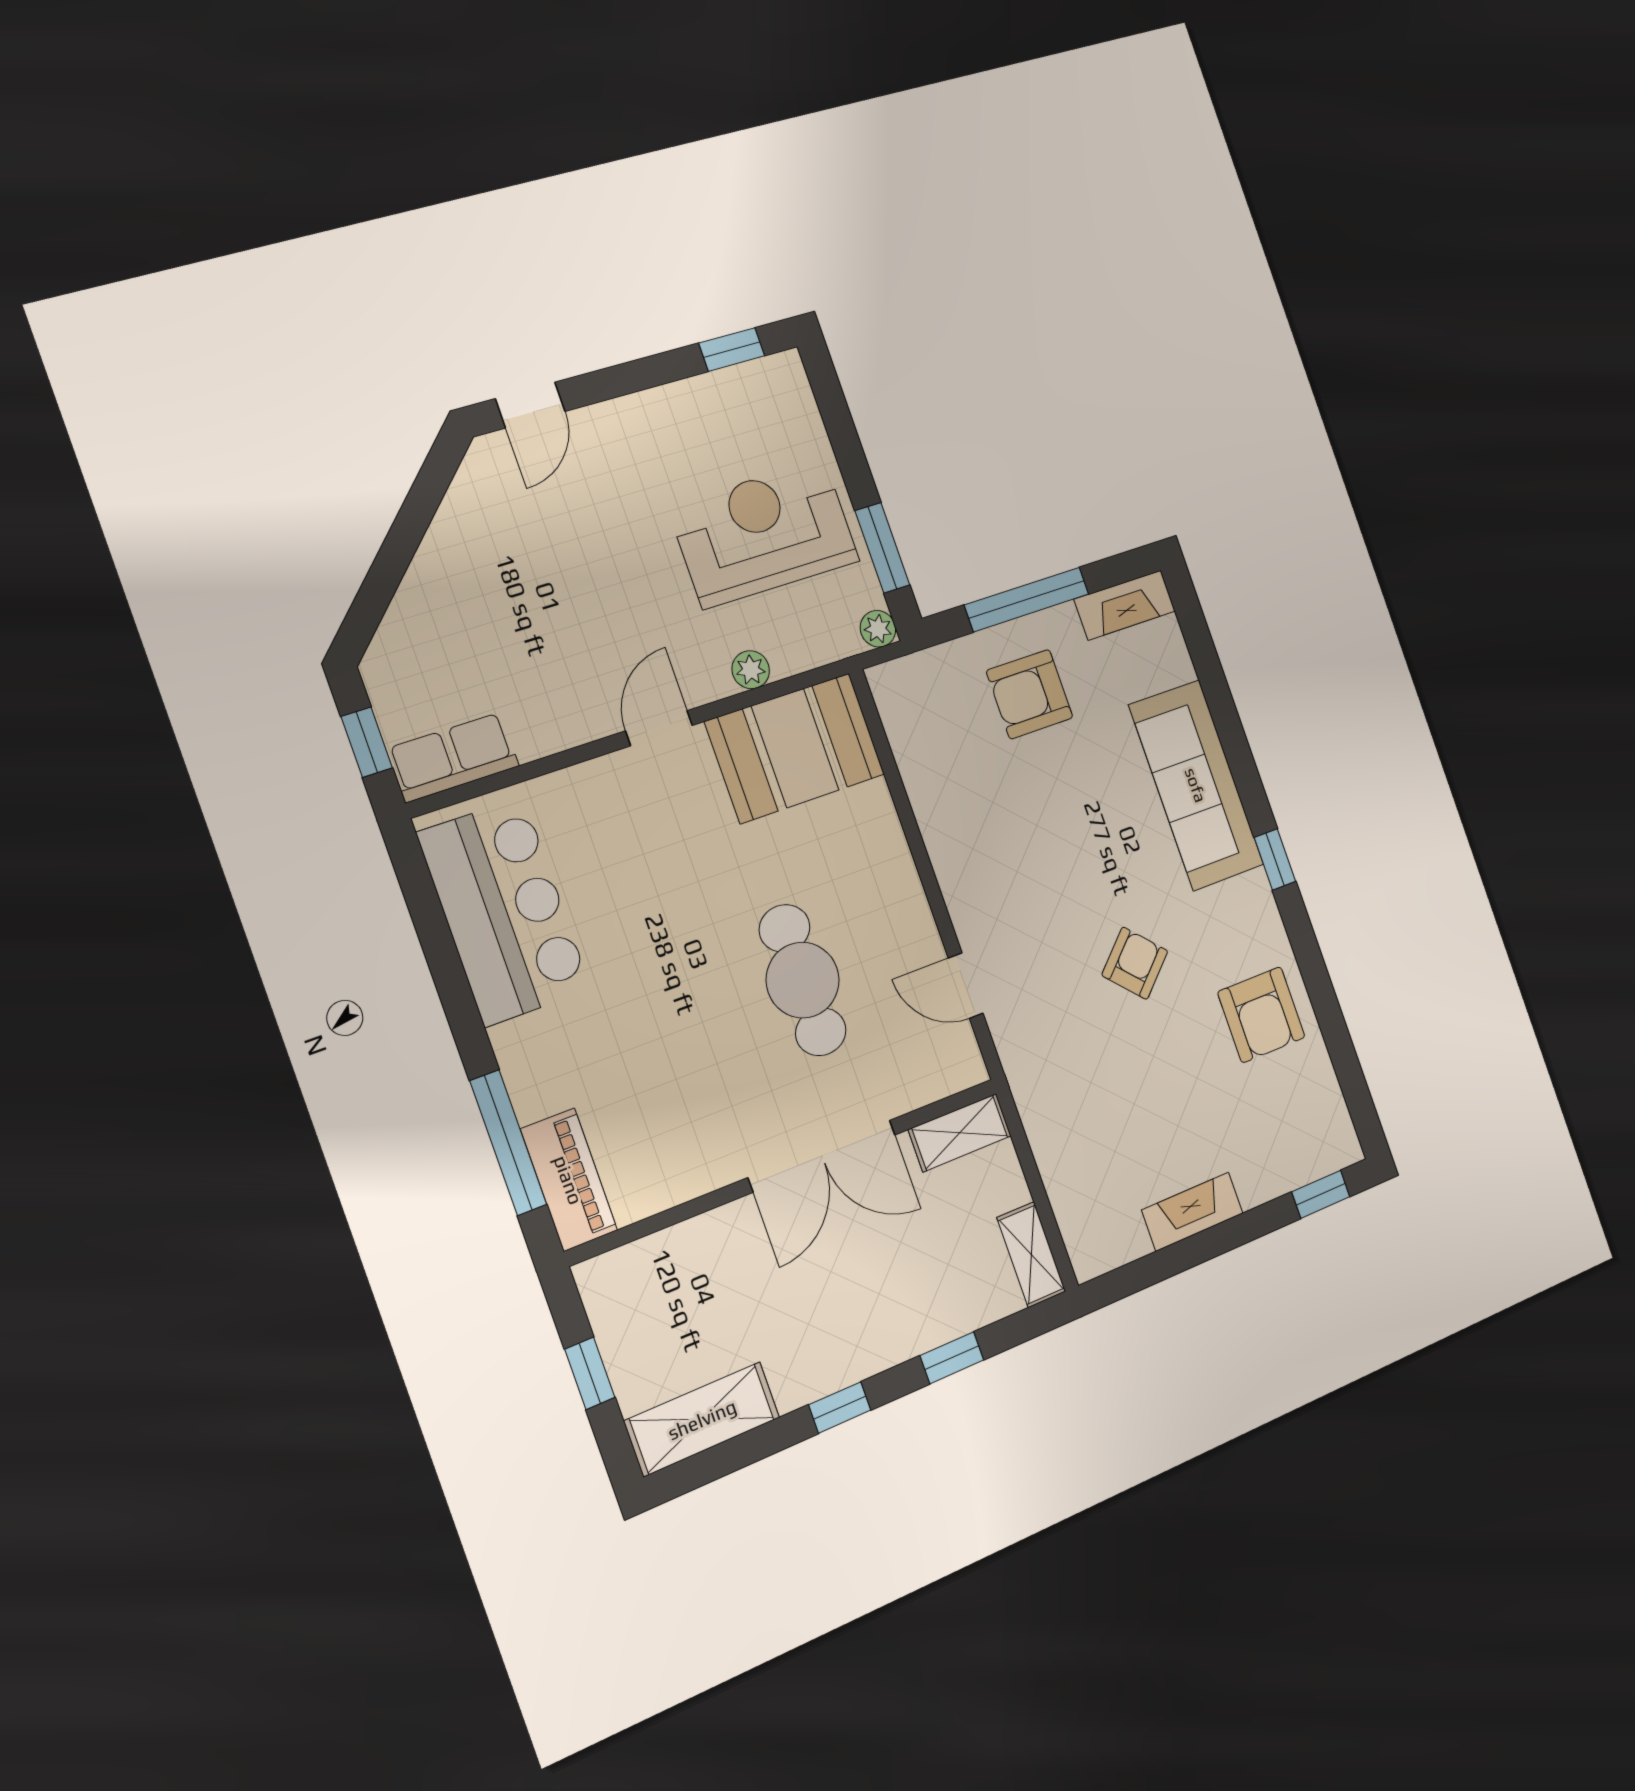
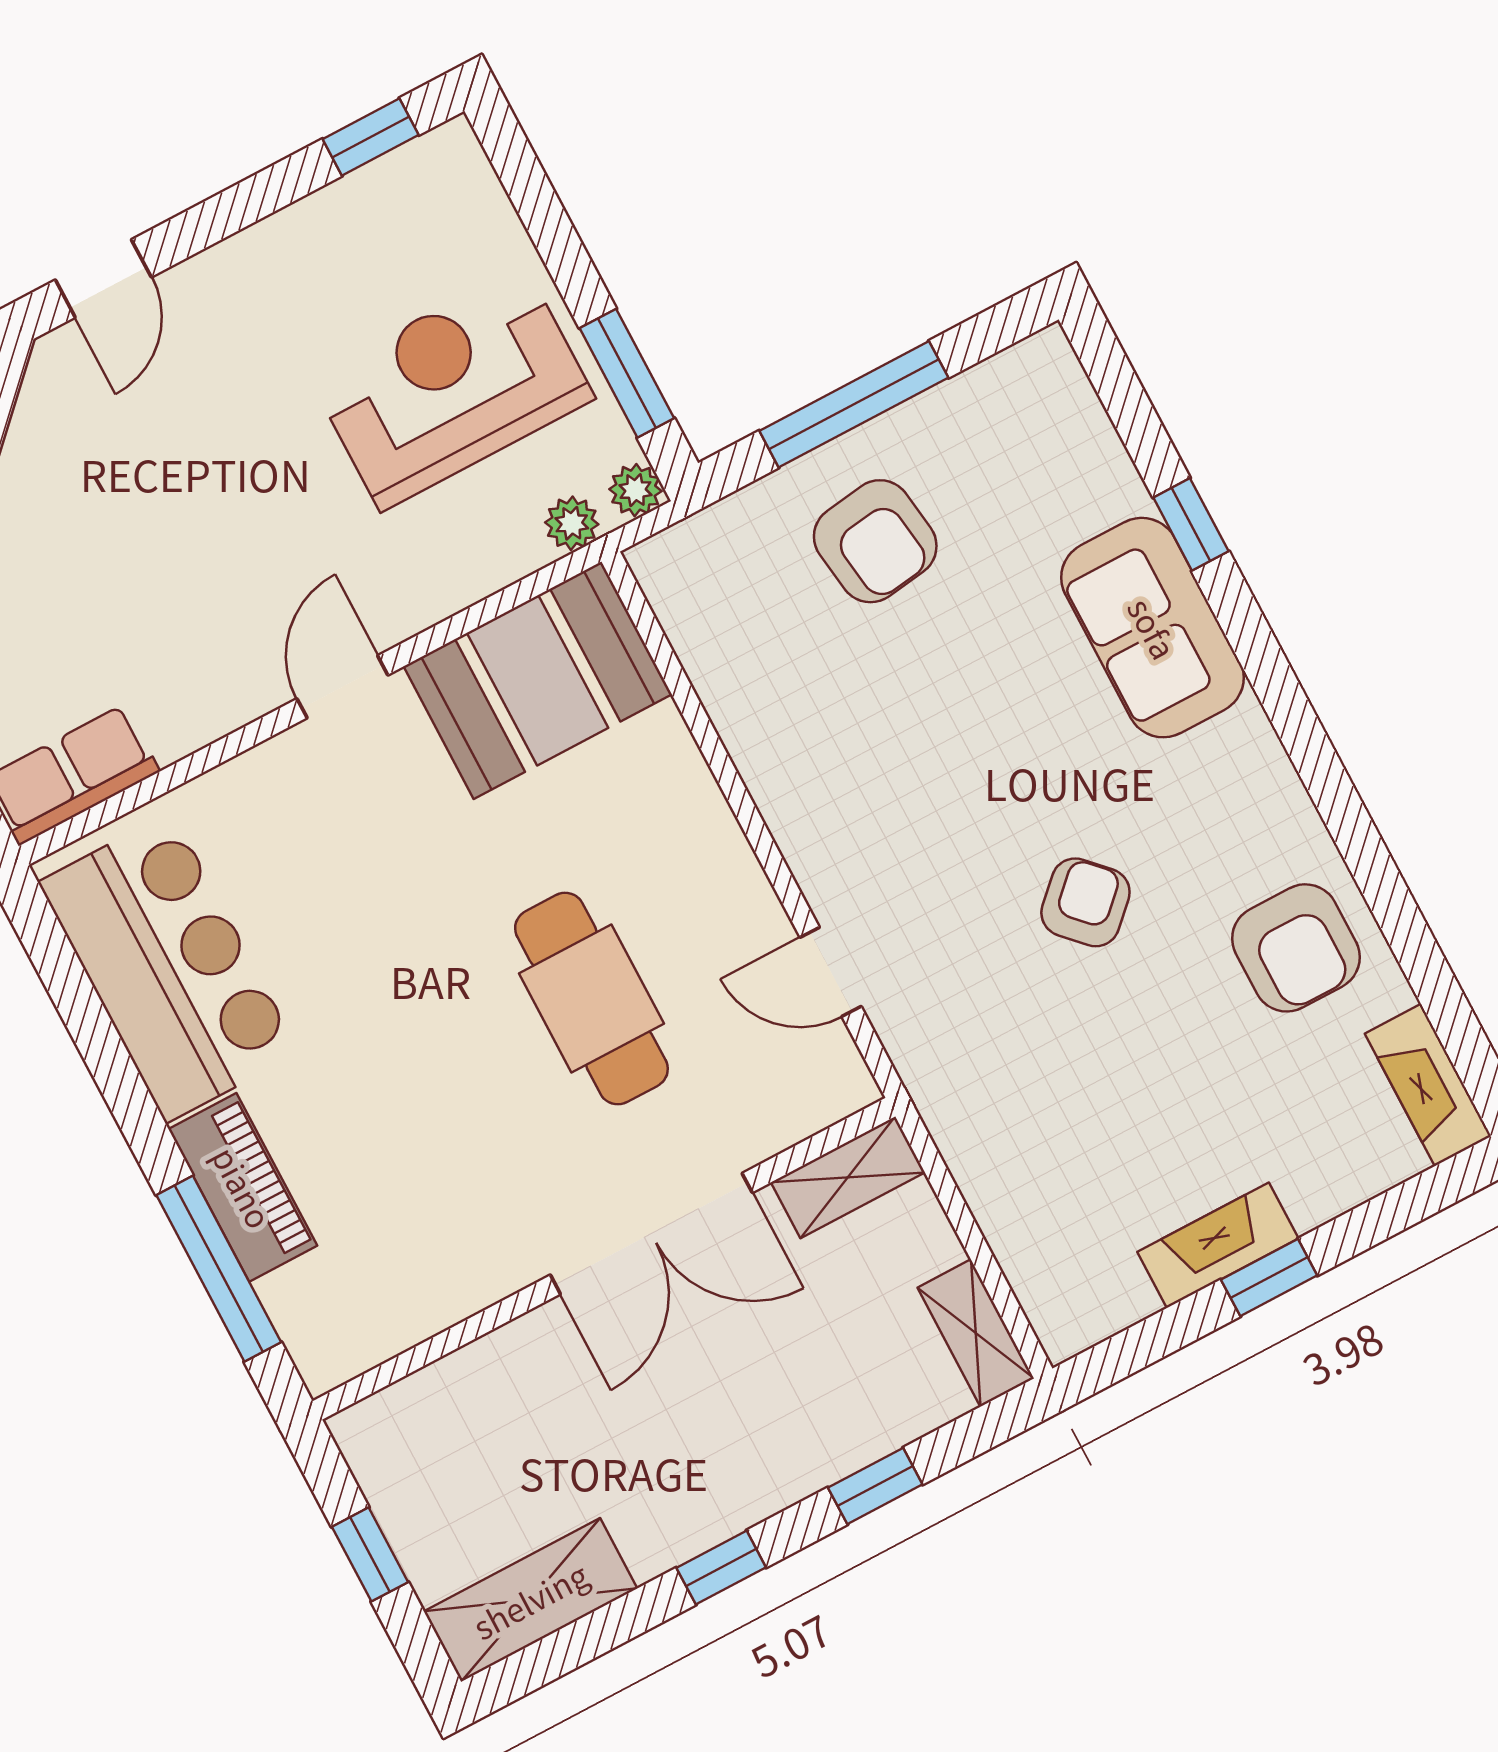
fireplace: (1125, 605) -> (1428, 1085), moved, turned 90
plant: (751, 670) -> (572, 523), moved
armchair: (1030, 694) -> (875, 541), turned -98
sofa: (1196, 785) -> (1153, 628), width x0.73
window: (1275, 859) -> (1191, 524), moved
piano: (569, 1180) -> (243, 1187), moved
window: (1321, 1194) -> (1269, 1277), moved

